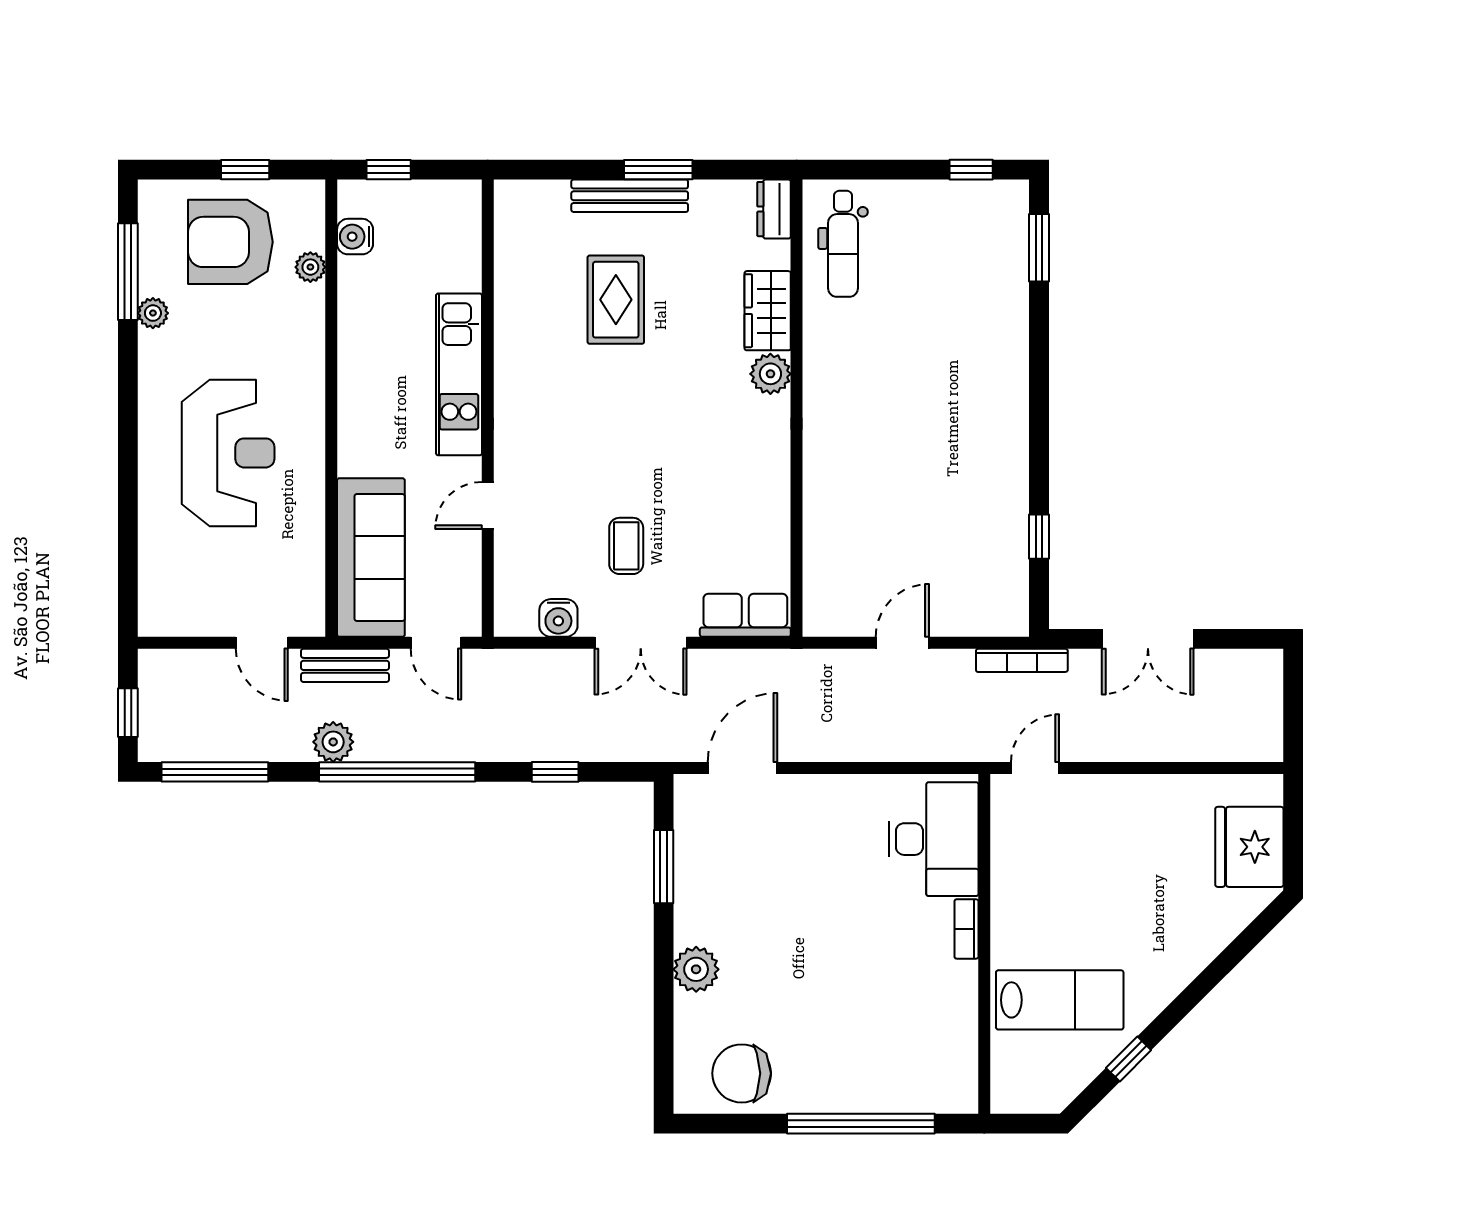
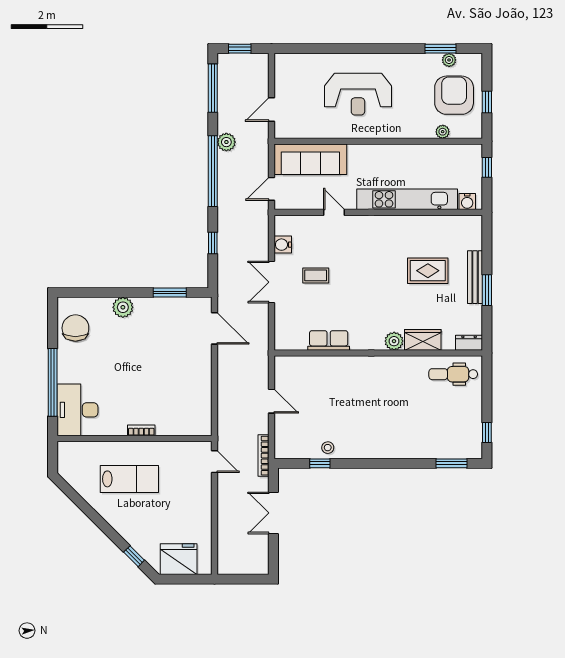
water cooler: (355, 237) -> (467, 202), moved, turned 180
window: (128, 272) -> (441, 49), width x0.69
plant: (153, 313) -> (449, 60), moved
kitchen unit: (459, 374) -> (407, 199), width x1.36
stool: (1004, 519) -> (328, 448), added
row of seats: (745, 615) -> (329, 340), moved, turned -90
bench: (345, 665) -> (261, 147), removed
desk: (934, 839) -> (77, 410), moved, turned 90
lab bench: (1060, 1000) -> (129, 479), moved, turned -90
window: (1129, 1059) -> (134, 556), moved

